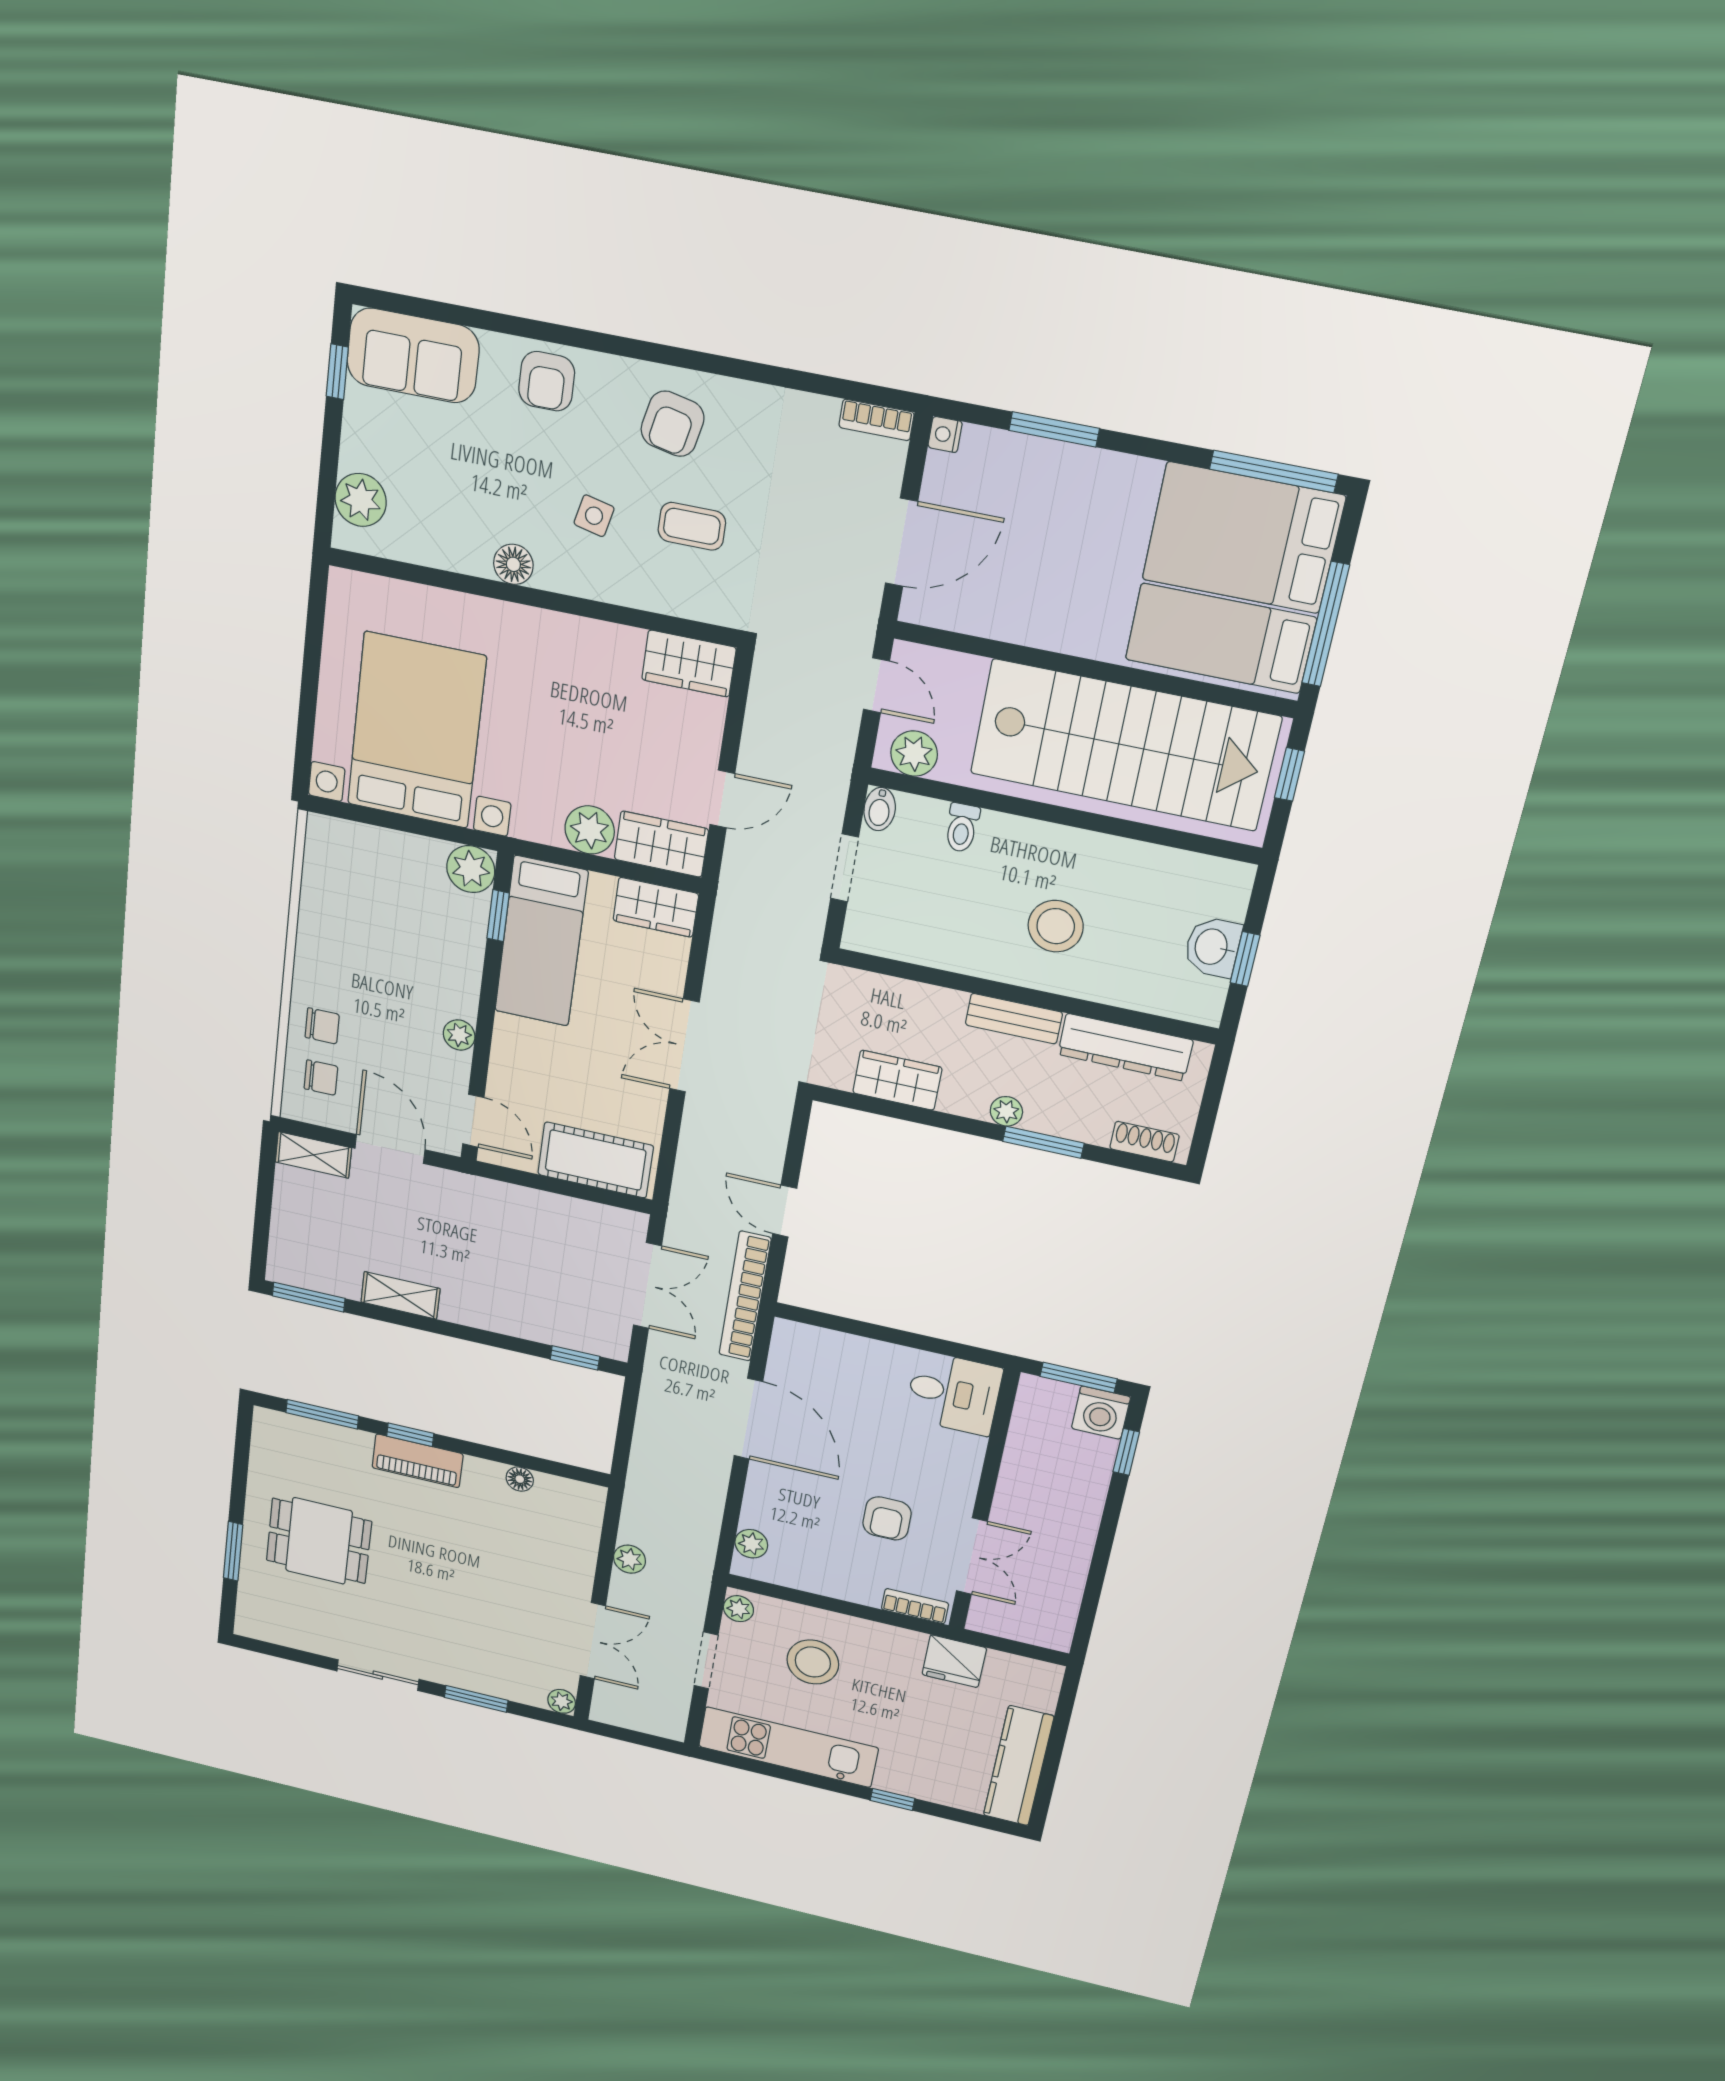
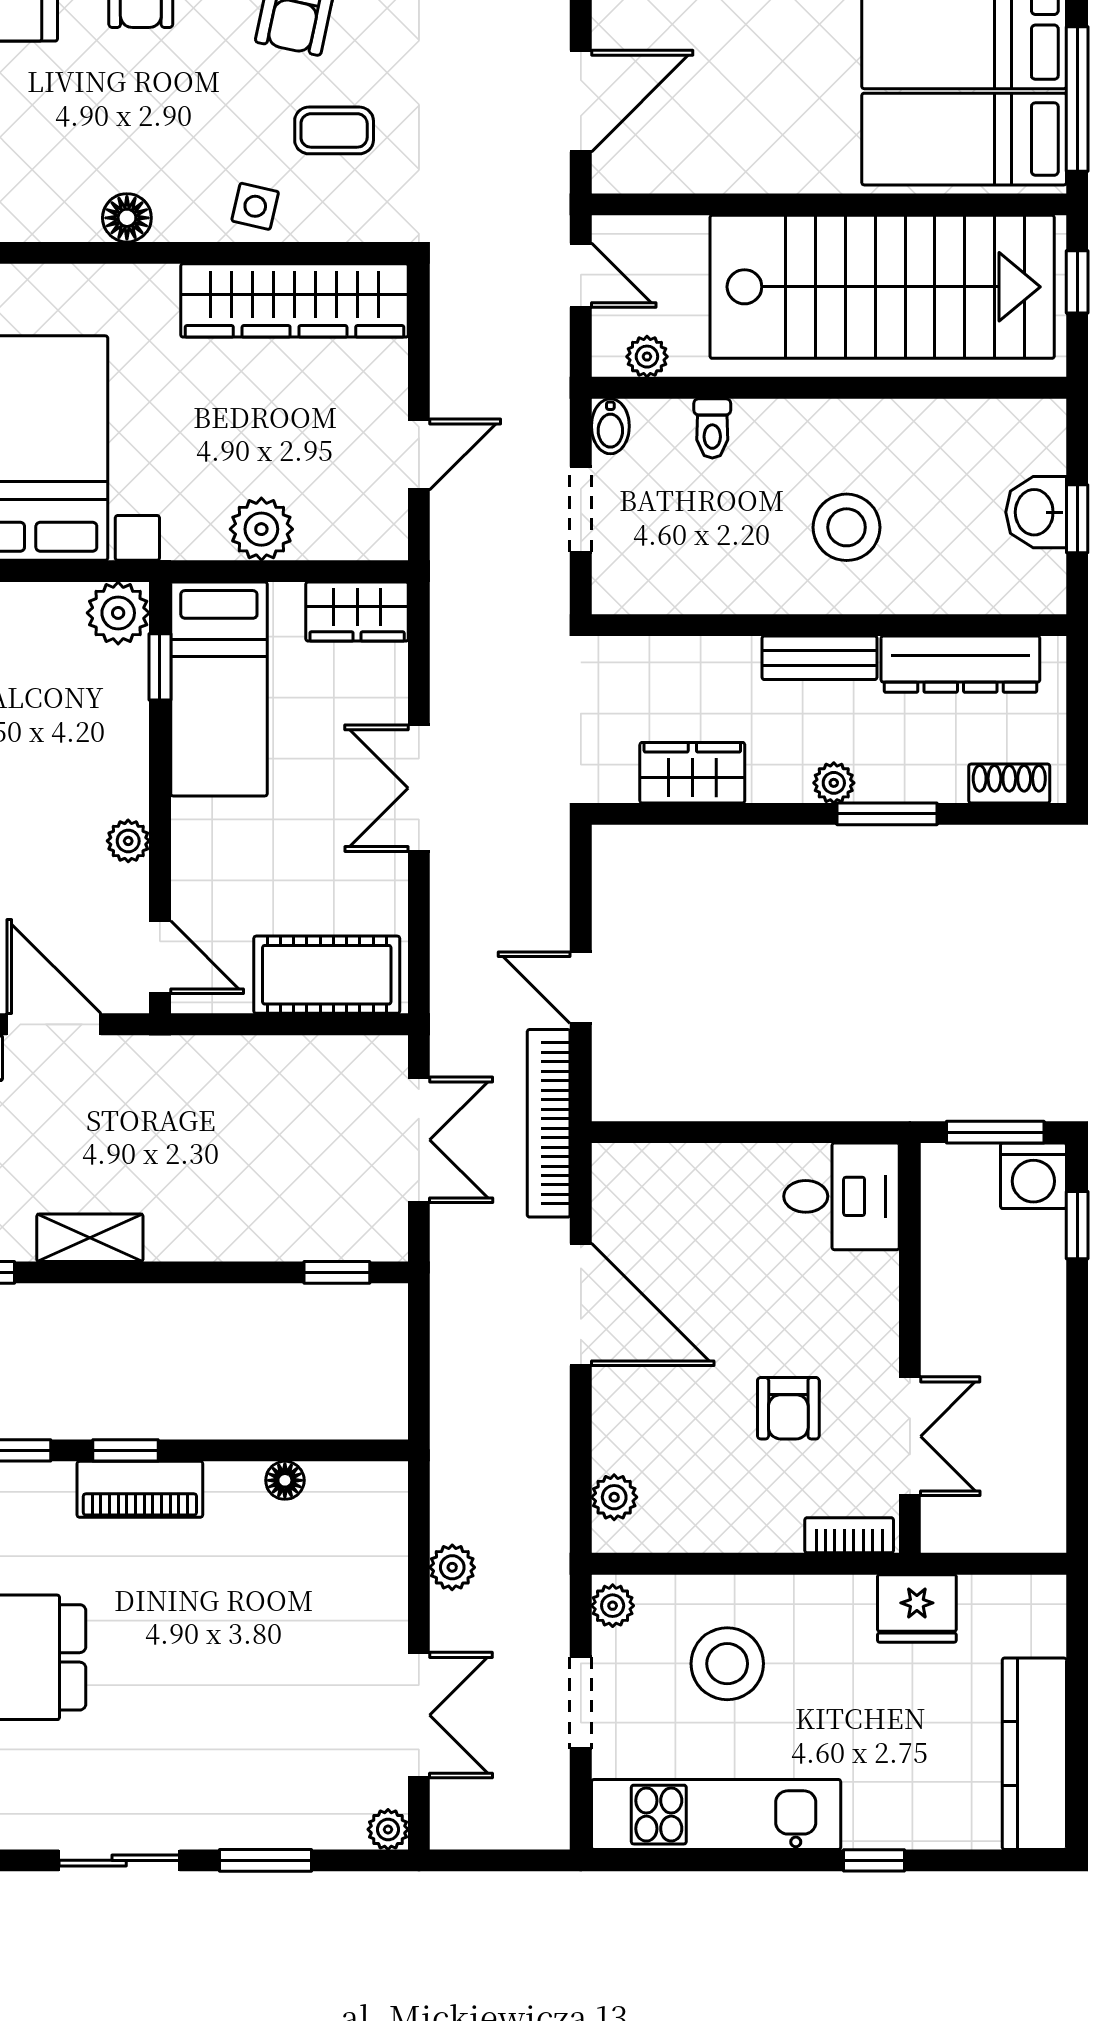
side table: (594, 516) -> (255, 206), moved
wardrobe: (689, 664) -> (294, 300), width x2.10, depth x1.17
plant: (914, 754) -> (647, 357), width x0.73, depth x0.73
wardrobe: (661, 844) -> (353, 528), removed

